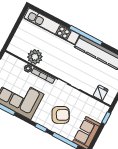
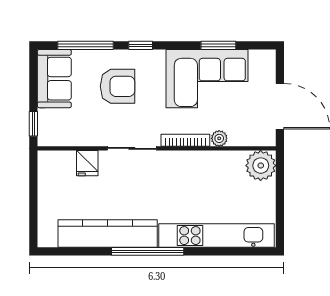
plant: (35, 57) -> (261, 166), moved
fridge: (101, 93) -> (87, 163), moved
armchair: (61, 115) -> (118, 86), turned -151

